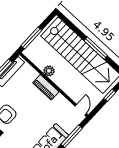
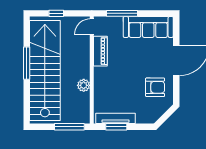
piano: (46, 87) -> (100, 51), moved

